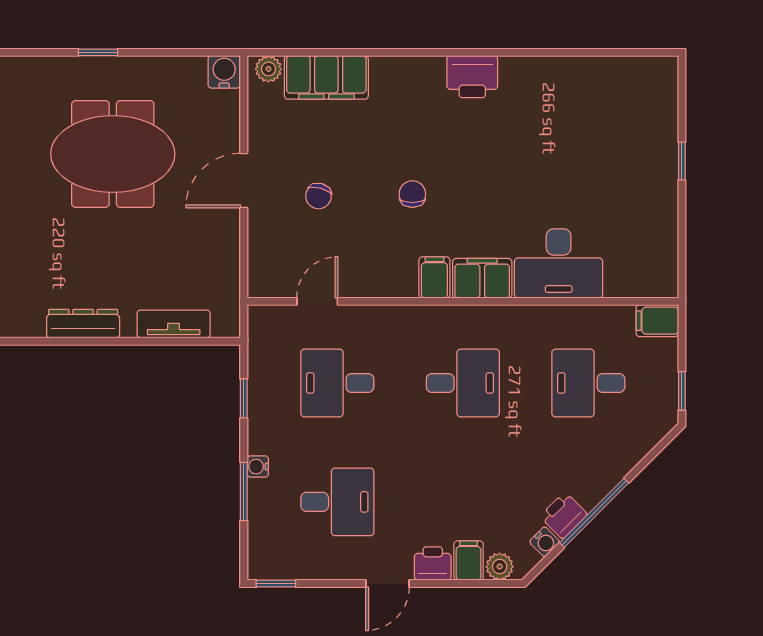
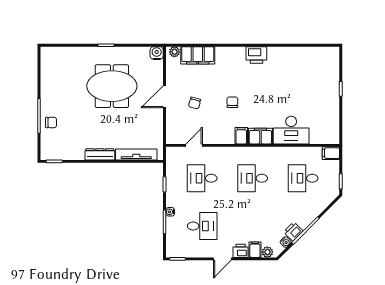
tv unit: (174, 324) -> (136, 154), width x1.41
desk: (463, 383) -> (253, 178), turned 180

